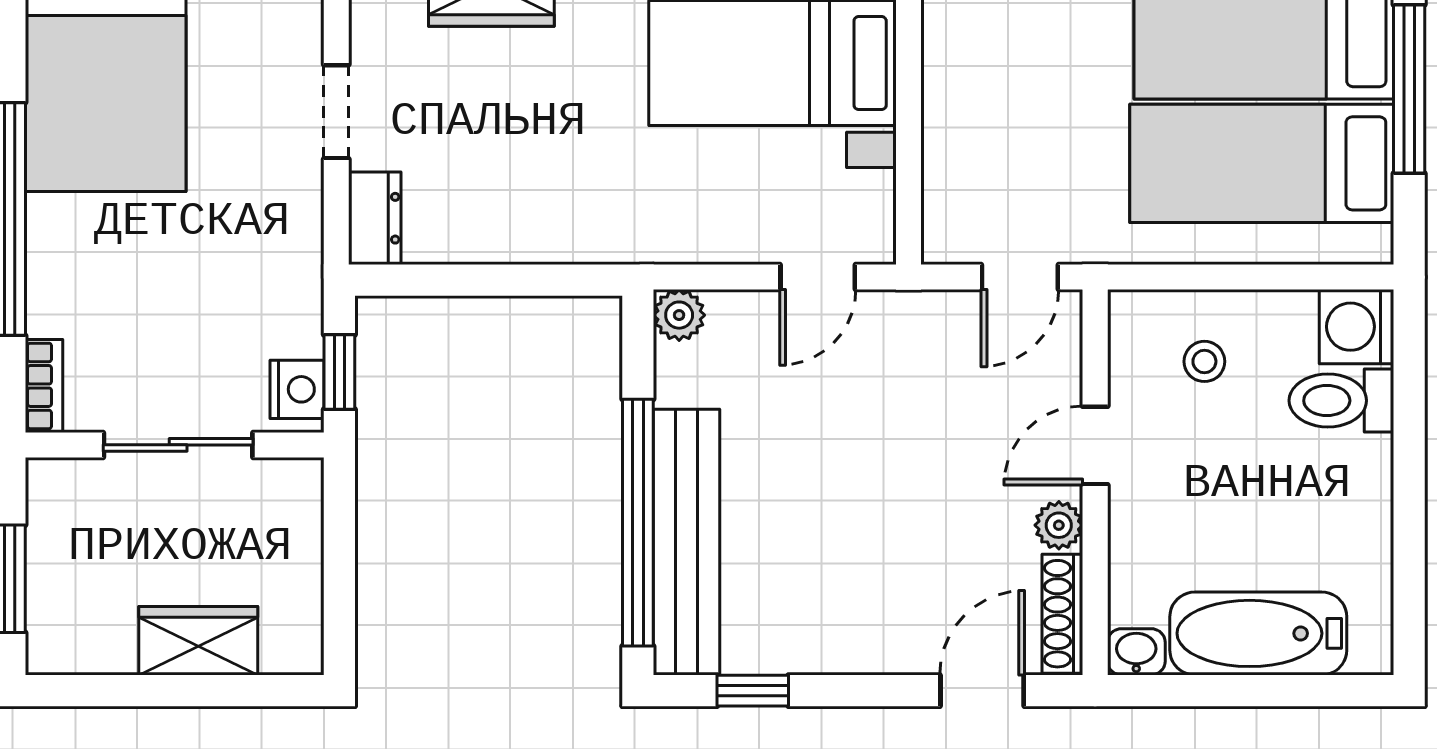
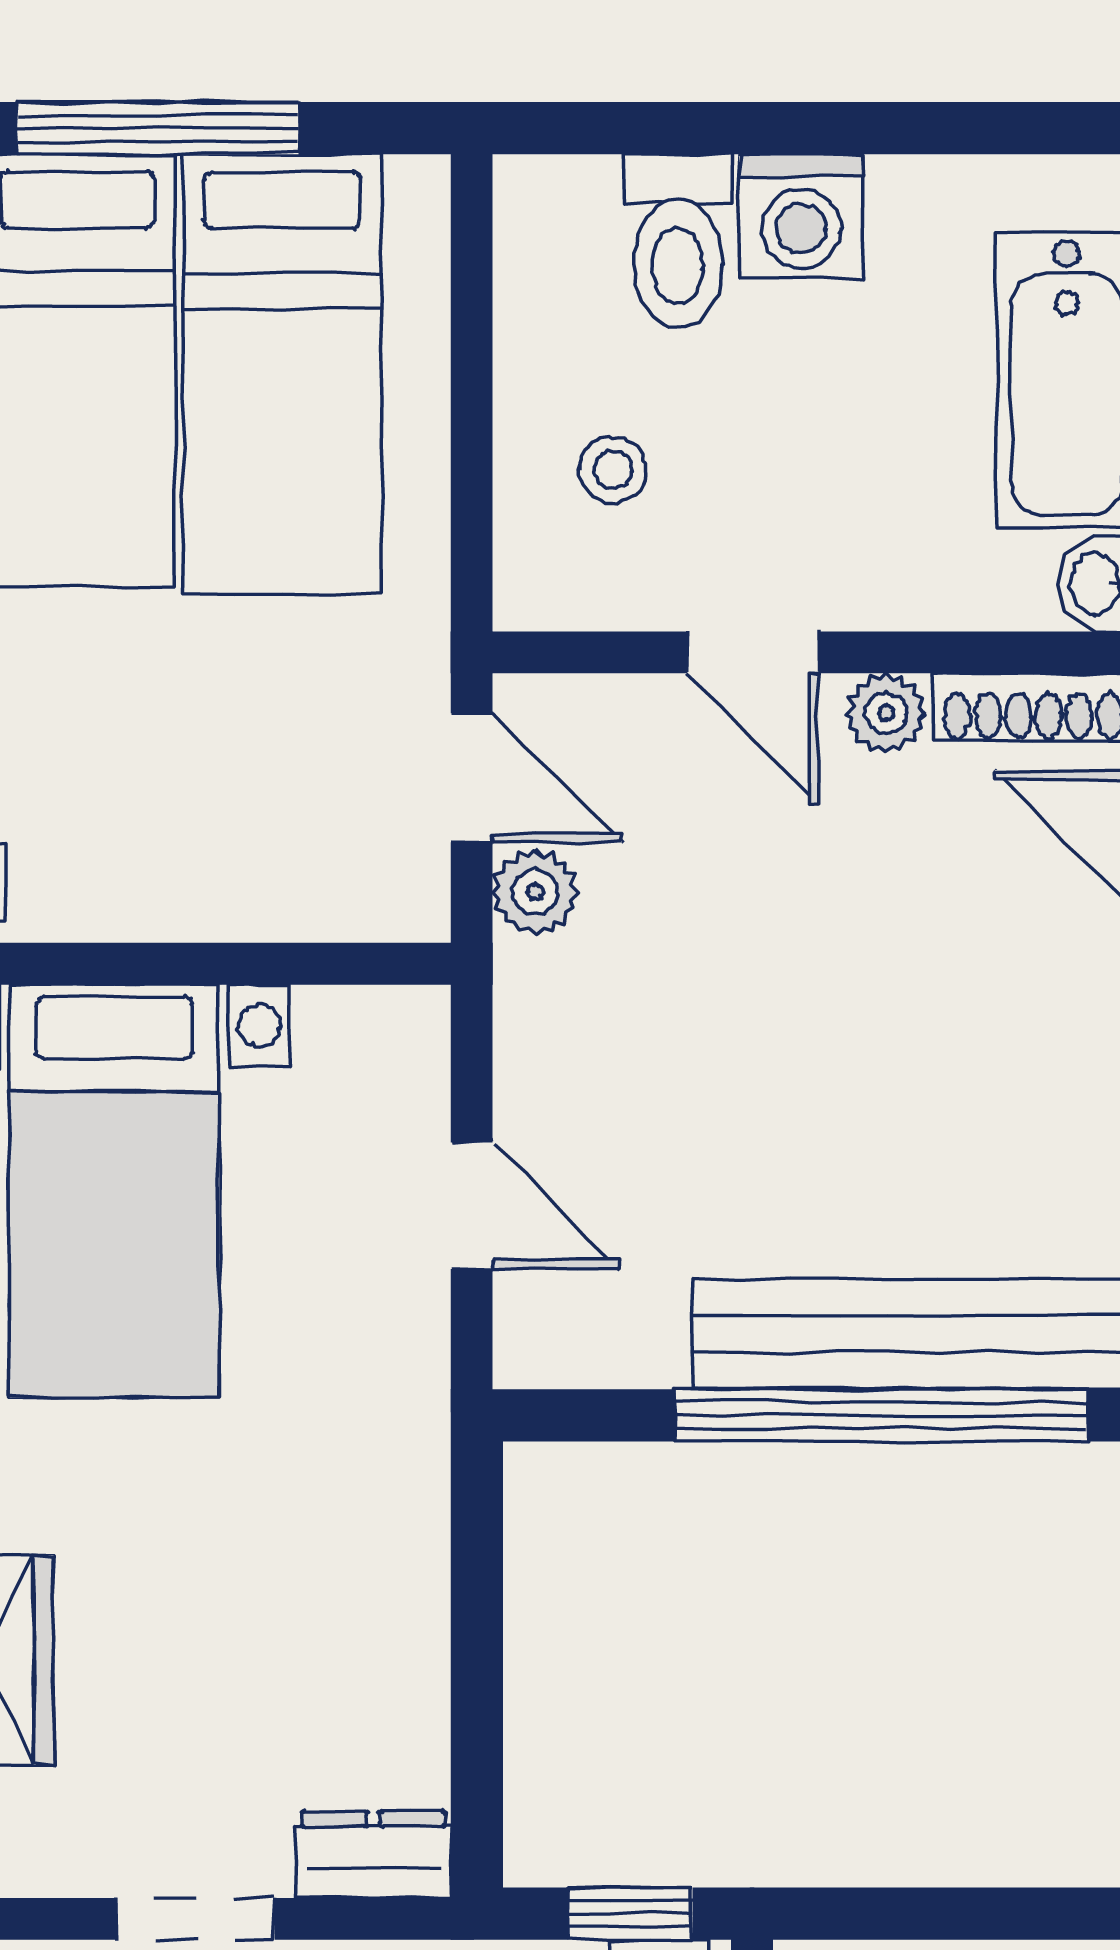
door: (818, 277) -> (472, 1206), moved
plant: (679, 315) -> (535, 892), moved
washing machine: (1356, 327) -> (801, 216), moved

